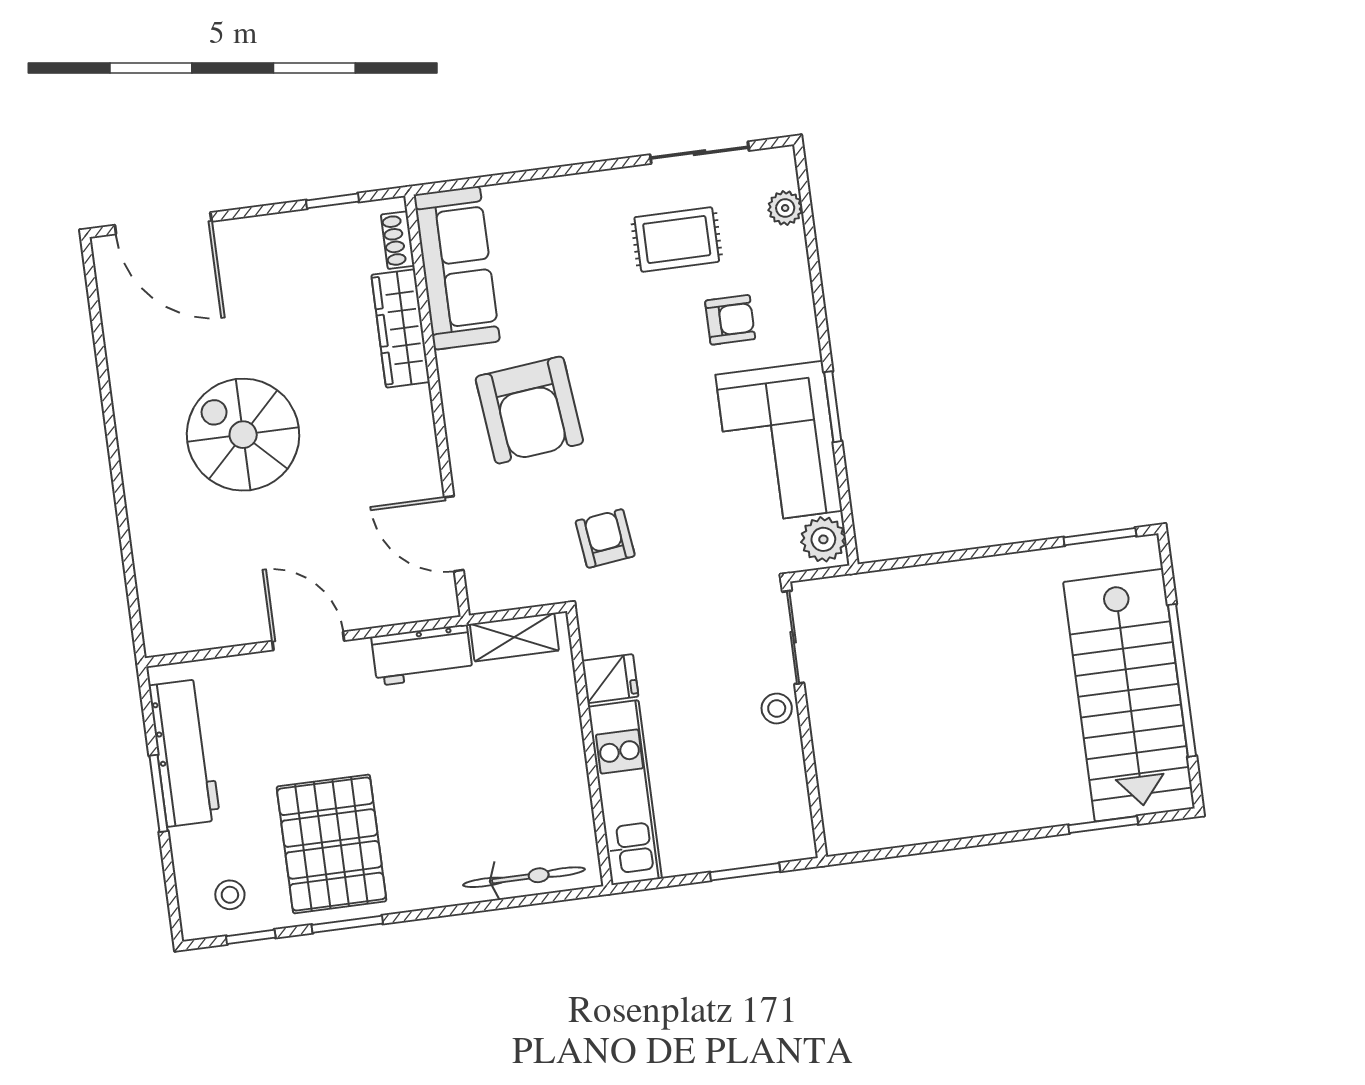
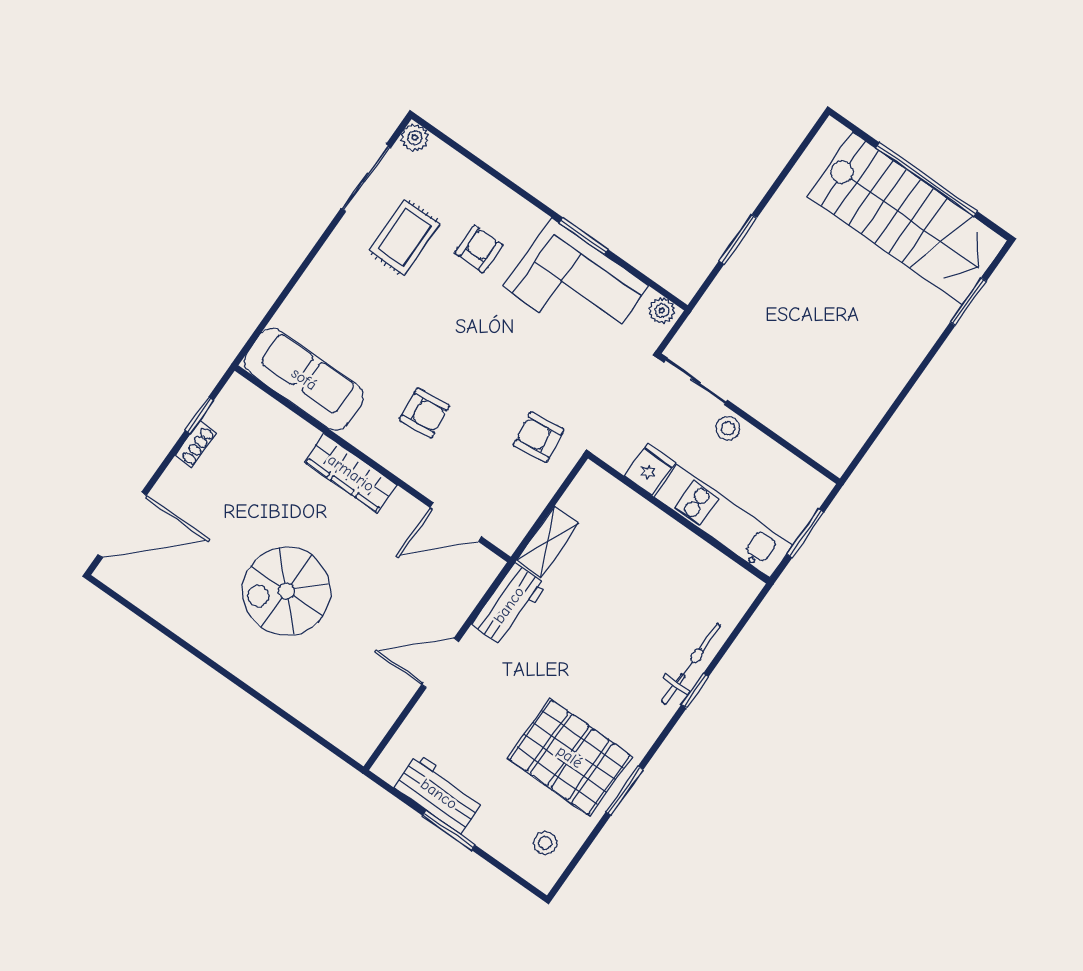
plant: (785, 208) -> (415, 138), moved
shoe rack: (398, 240) -> (196, 444), moved, turned -90
wardrobe: (401, 328) -> (351, 473), moved
armchair: (529, 410) -> (424, 413), width x0.53, depth x0.53
window: (1100, 537) -> (738, 239), moved
plant: (823, 539) -> (662, 311), width x0.73, depth x0.73
fridge: (610, 679) -> (650, 469), moved
wall: (589, 748) -> (679, 518), moved
workbench: (184, 753) -> (439, 794), width x0.73
kitchen unit: (625, 793) -> (724, 521), moved
window: (251, 937) -> (695, 691), moved

